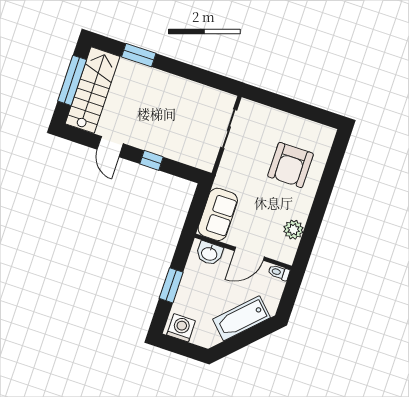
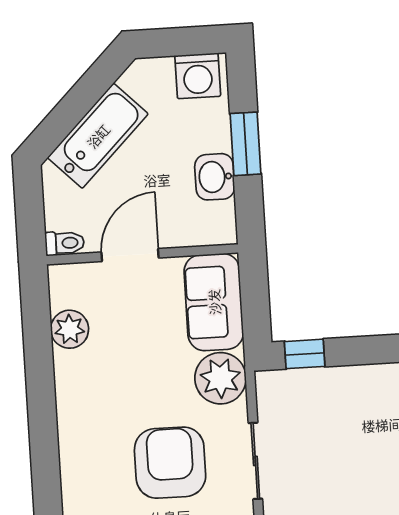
window: (152, 160) -> (305, 354), moved
armchair: (291, 165) -> (170, 463), moved
plant: (230, 176) -> (220, 378), added
washbasin: (209, 253) -> (215, 177), moved, turned -90

